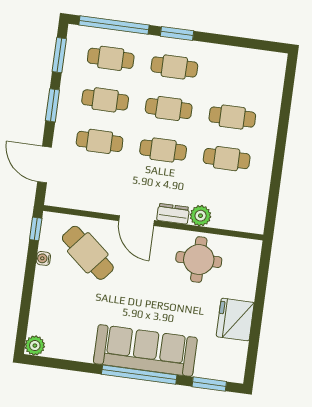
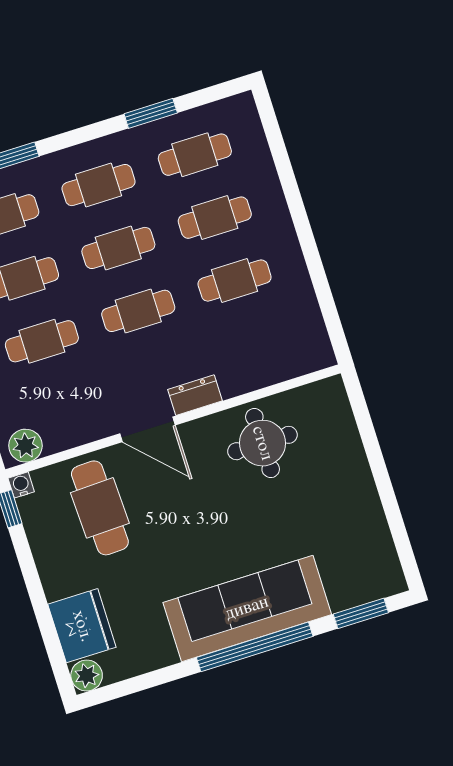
window: (177, 34) -> (151, 113), moved
cafe table: (238, 76) -> (195, 155), added
plant: (201, 216) -> (25, 446), moved
cafe table: (88, 253) -> (100, 508), turned 48
water cooler: (43, 258) -> (21, 485), moved, turned 90
fridge: (235, 320) -> (82, 626), moved, turned 180

